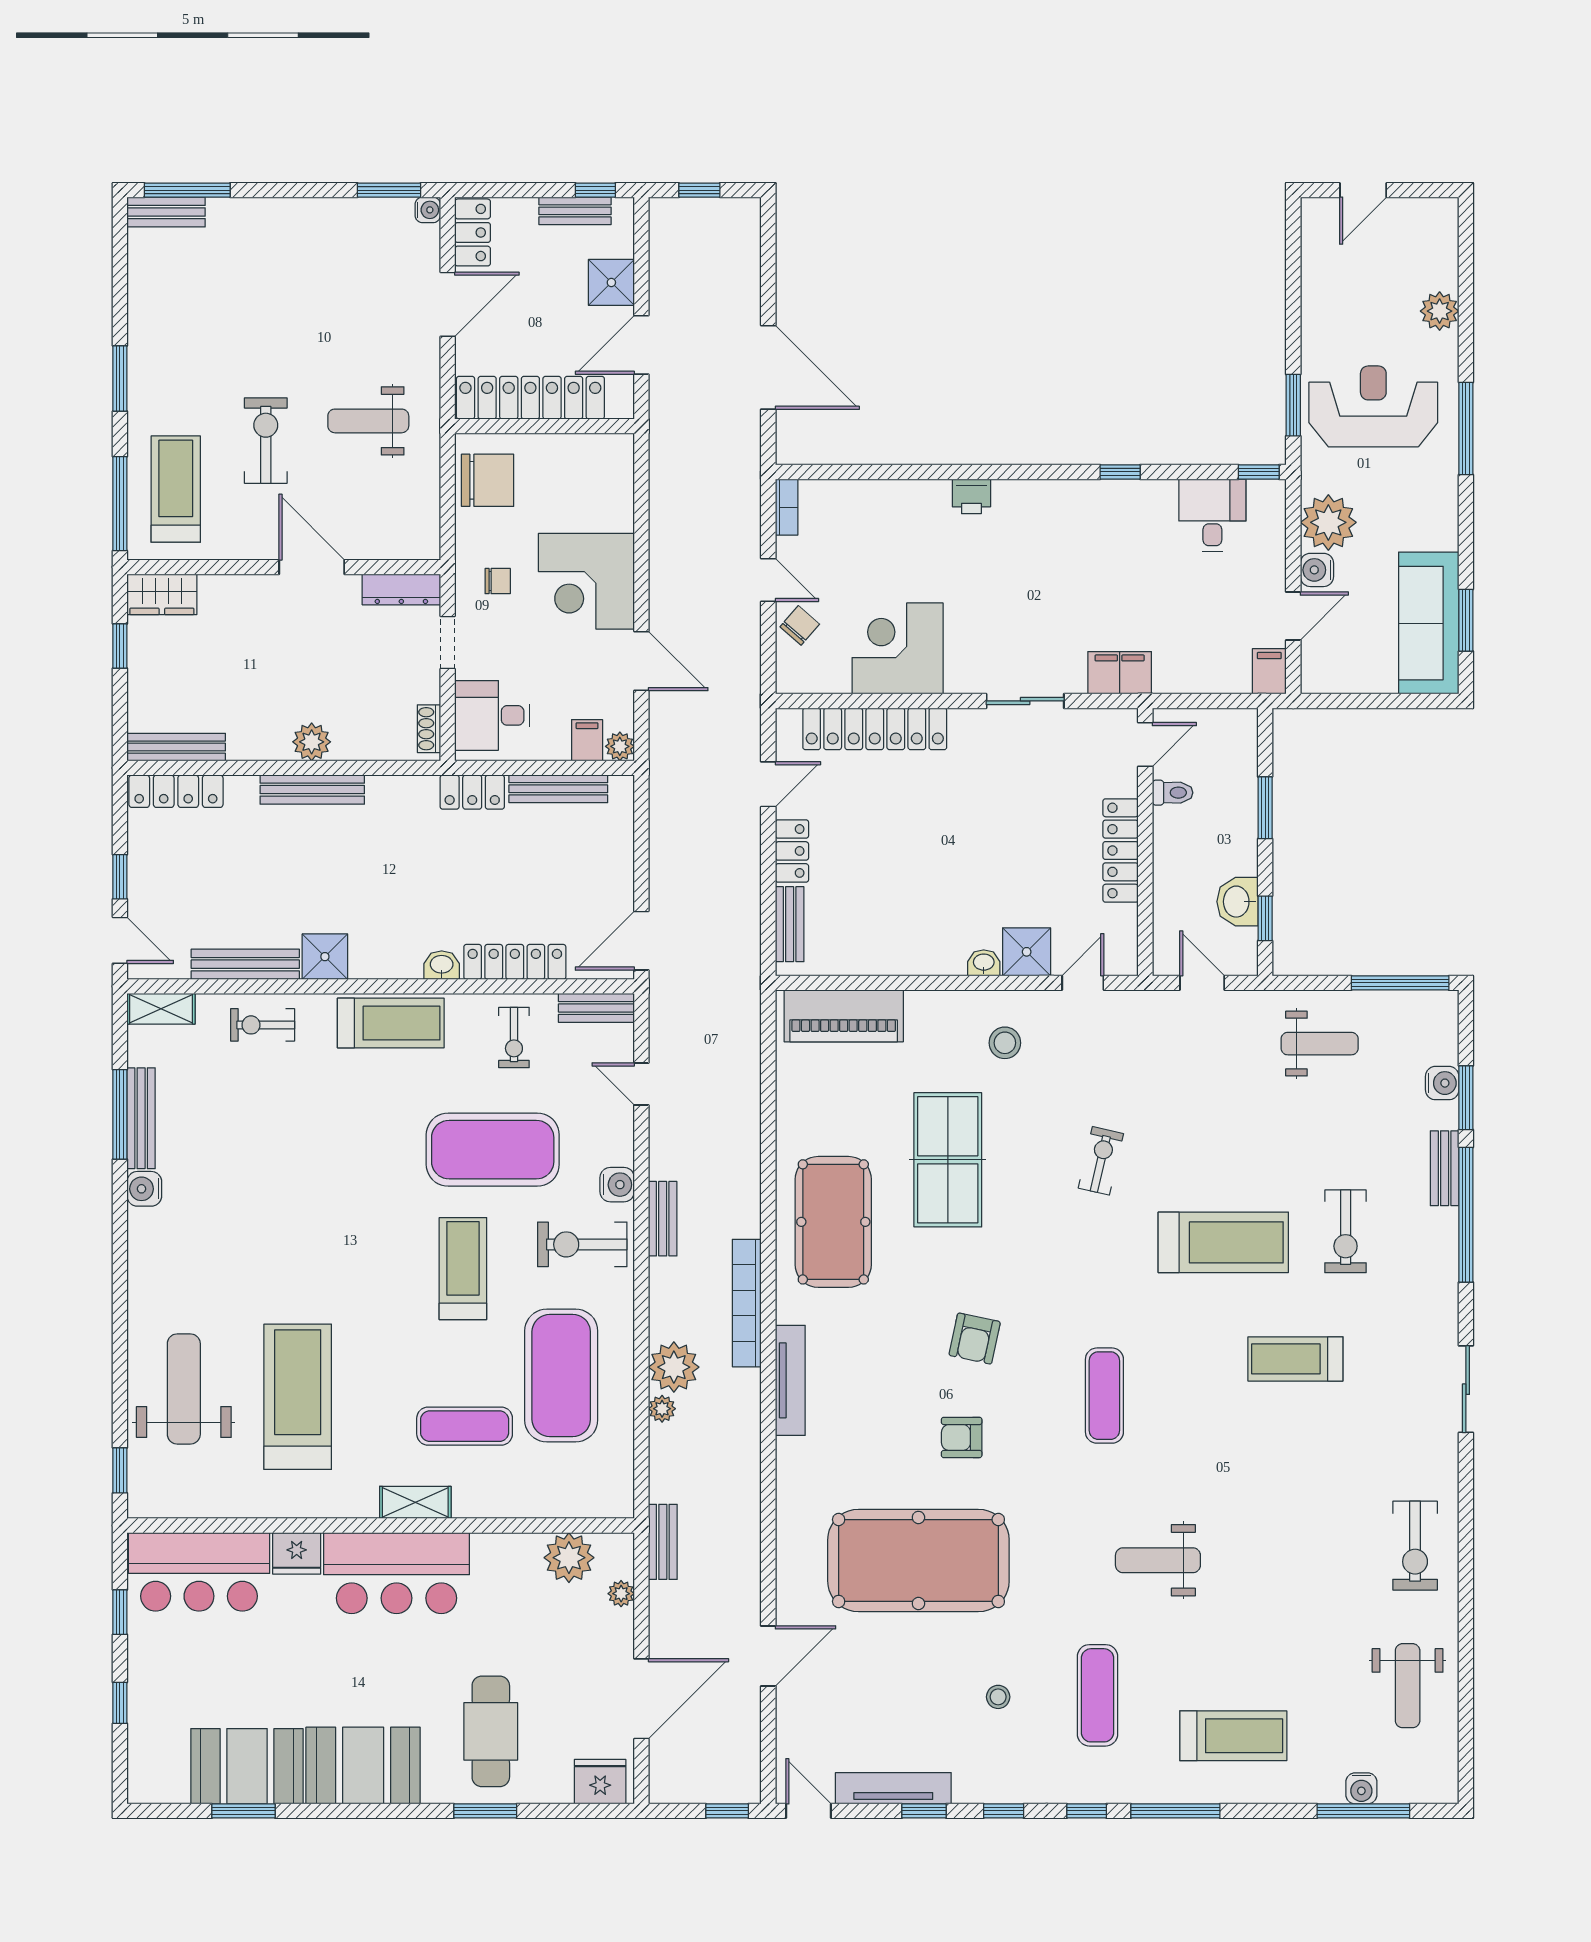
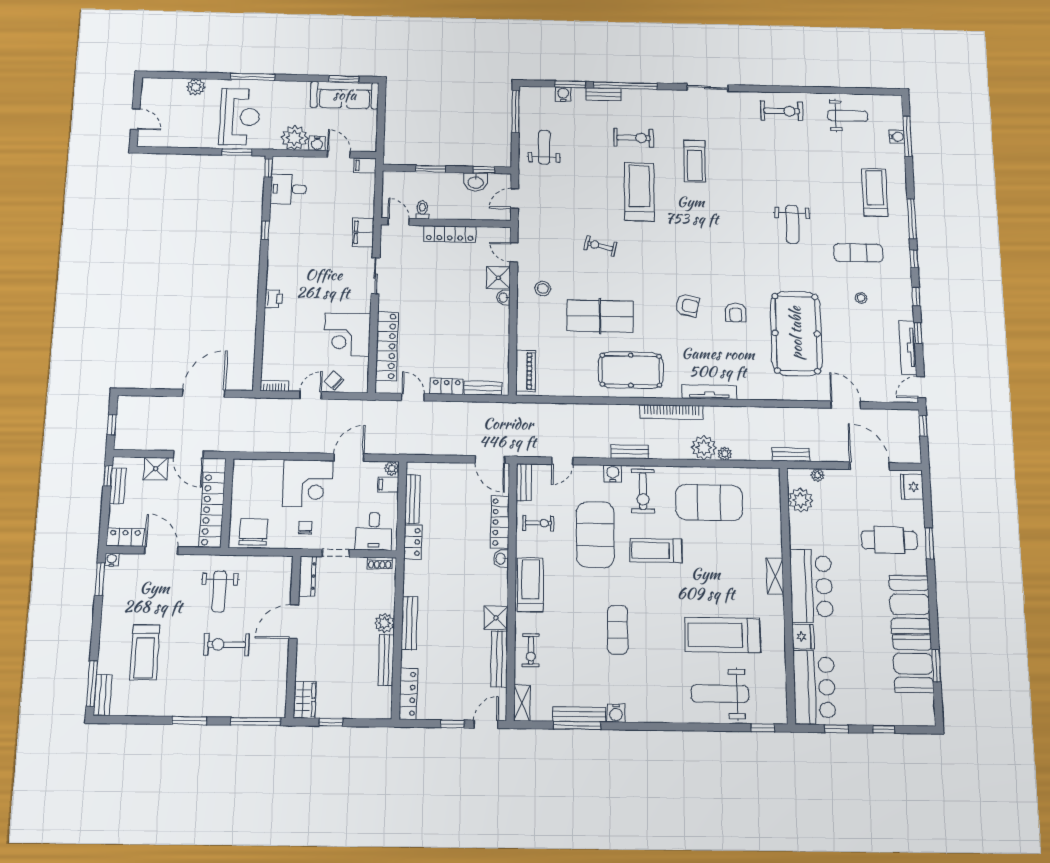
reception desk: (1373, 406) -> (240, 117), turned 180
treadmill: (176, 489) -> (145, 652), moved, turned -90
bench: (176, 747) -> (386, 660), moved
piano: (844, 1016) -> (526, 371), width x0.73, depth x0.75
exercise mat: (1104, 1396) -> (714, 247), removed
exercise mat: (465, 1426) -> (618, 630), moved

